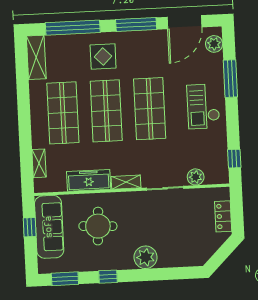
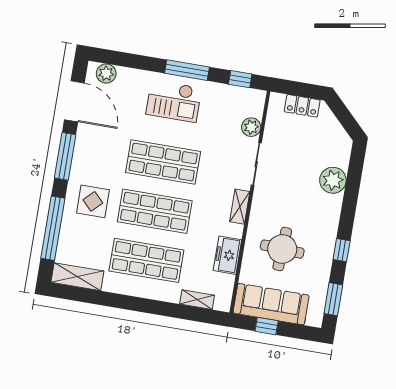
window: (230, 79) -> (187, 70), moved
freezer: (89, 180) -> (227, 255), width x0.71
plant: (145, 257) -> (333, 180), moved

